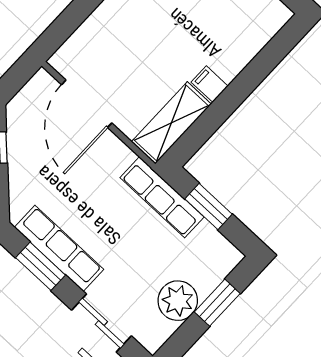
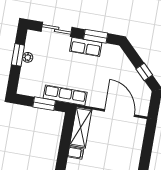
row of seats: (59, 248) -> (86, 47), width x0.68
plant: (178, 301) -> (28, 57), width x0.53, depth x0.53
window: (217, 303) -> (18, 55), moved

